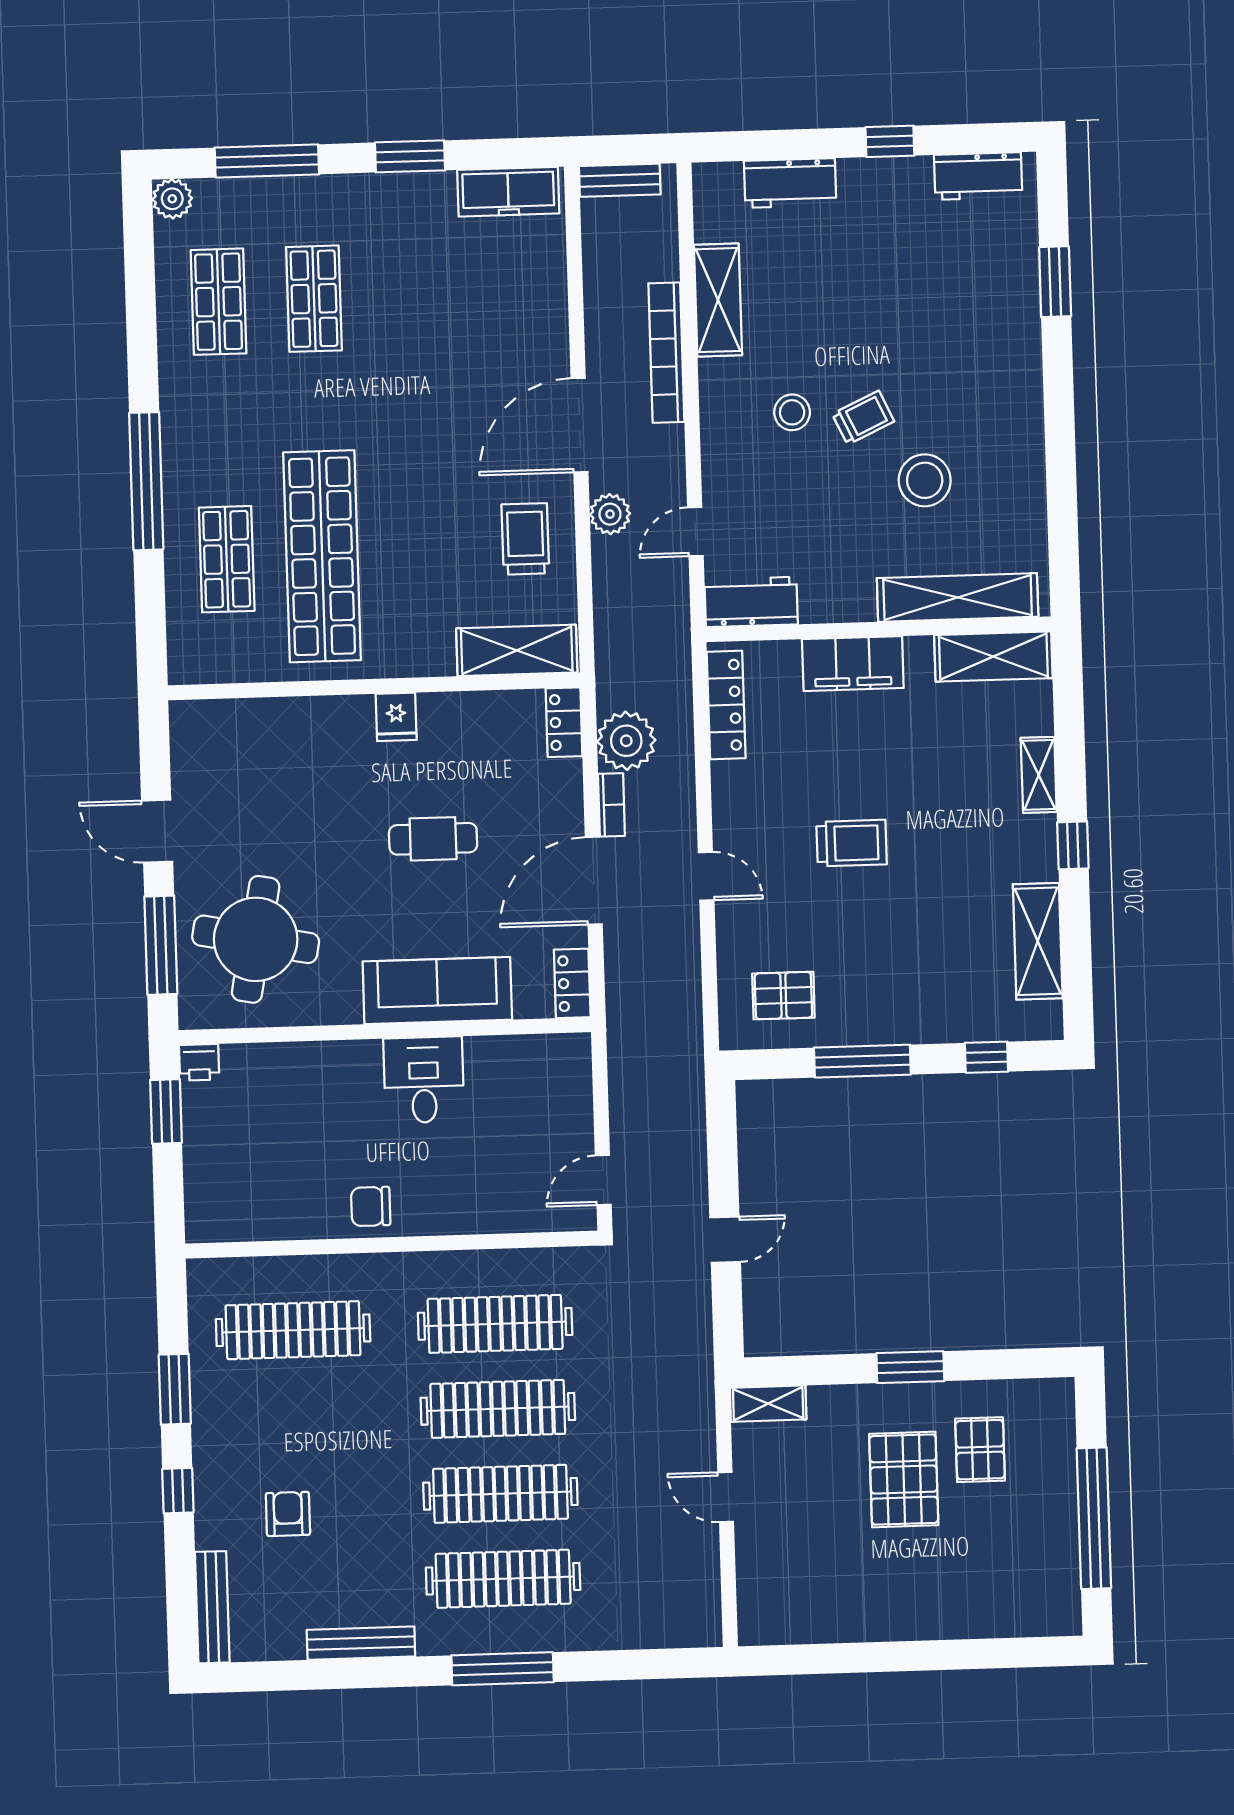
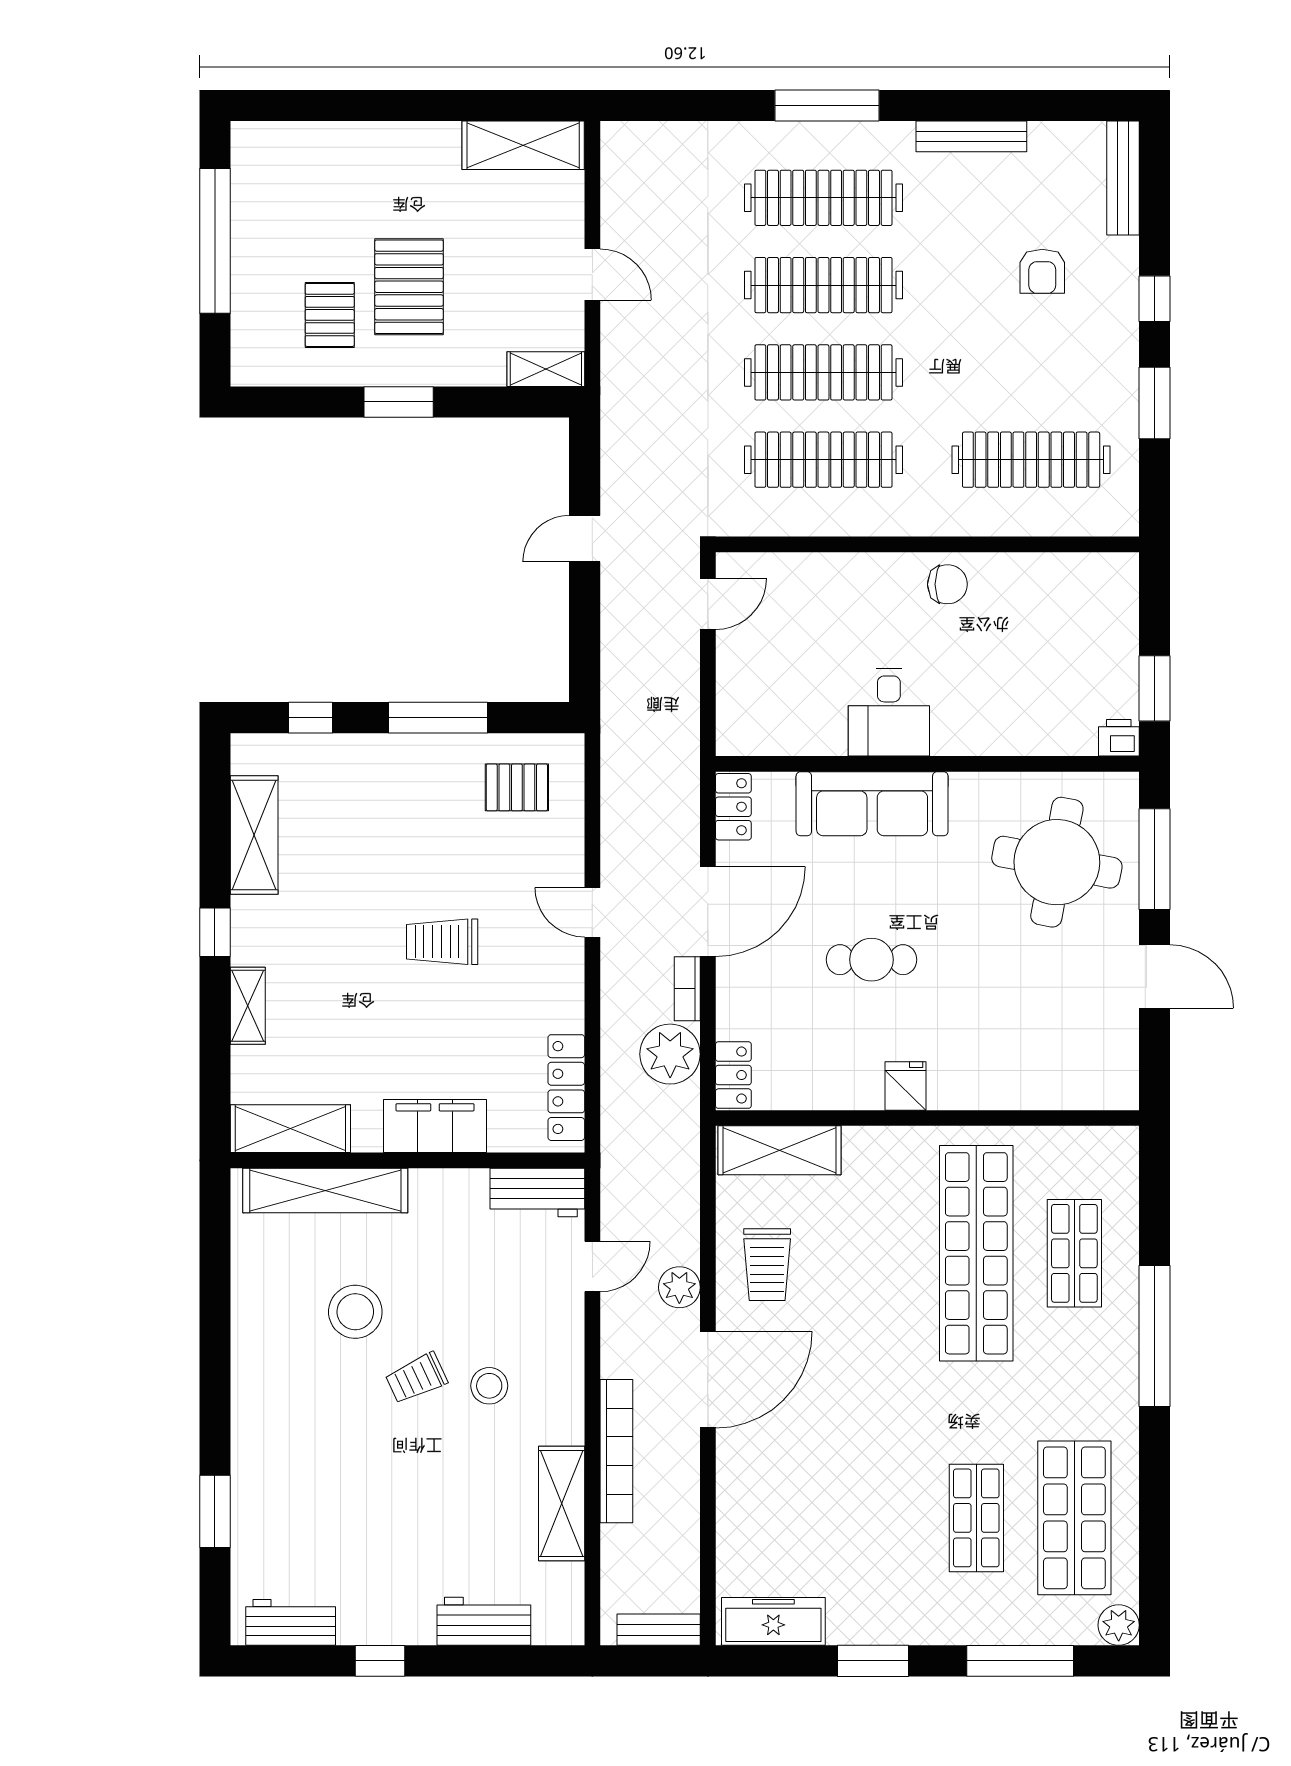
shop shelf: (219, 302) -> (1074, 1518), width x1.43, depth x1.36
shelving: (797, 1621) -> (523, 145), added

